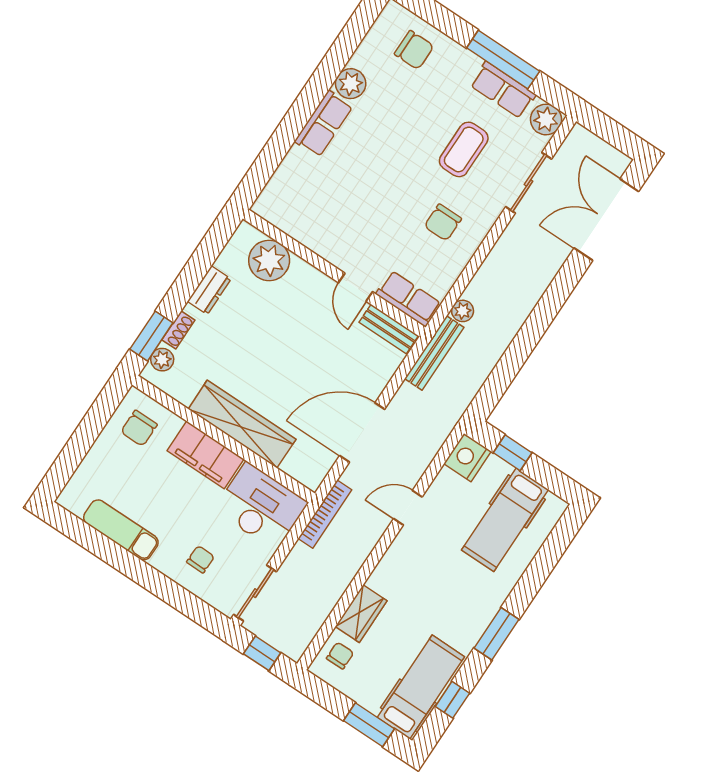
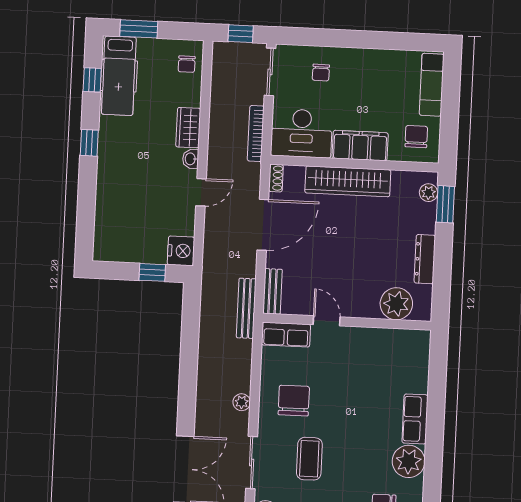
plant: (351, 84) -> (409, 461), width x1.36, depth x1.36
chair: (443, 222) -> (294, 401), width x1.37, depth x1.37
dresser: (209, 290) -> (425, 259), width x1.44
plant: (463, 311) -> (242, 402), moved
bench: (389, 329) -> (273, 291), moved, turned 90
shoe rack: (178, 330) -> (276, 178), moved, turned 180
bookcase: (325, 514) -> (256, 133), moved
hospital bed: (505, 520) -> (130, 224), removed
exam couch: (121, 530) -> (432, 85), moved, turned 90
washbasin: (397, 551) -> (191, 159), added
wardrobe: (361, 614) -> (188, 128), moved
window: (496, 634) -> (89, 143), width x0.67

